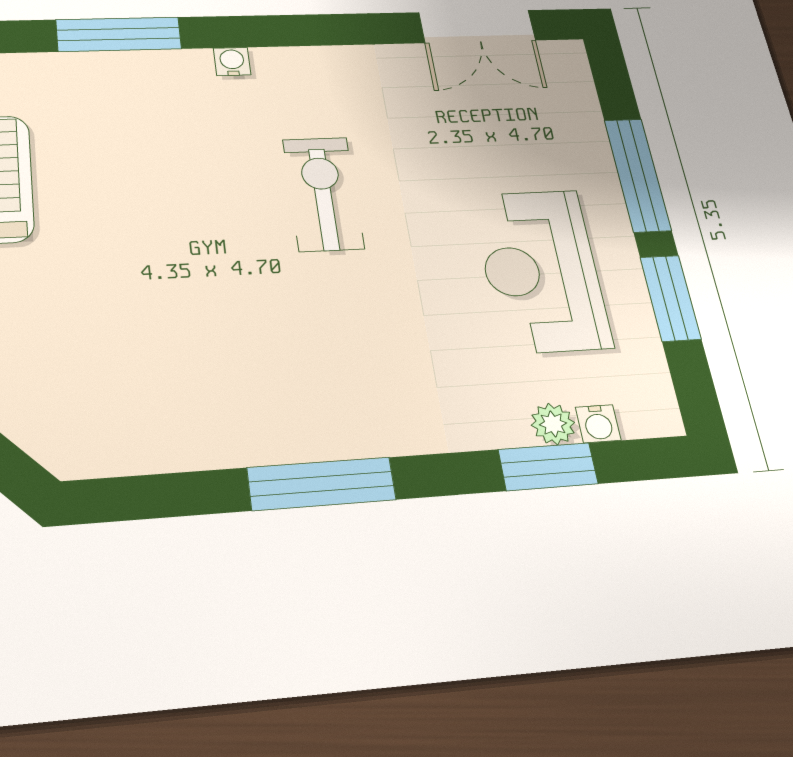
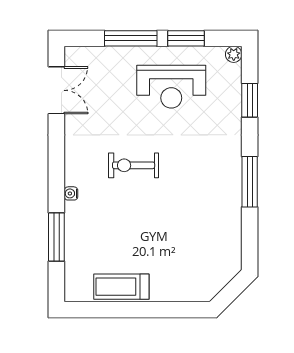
plant: (553, 424) -> (234, 54), moved
water cooler: (598, 424) -> (235, 78), removed

